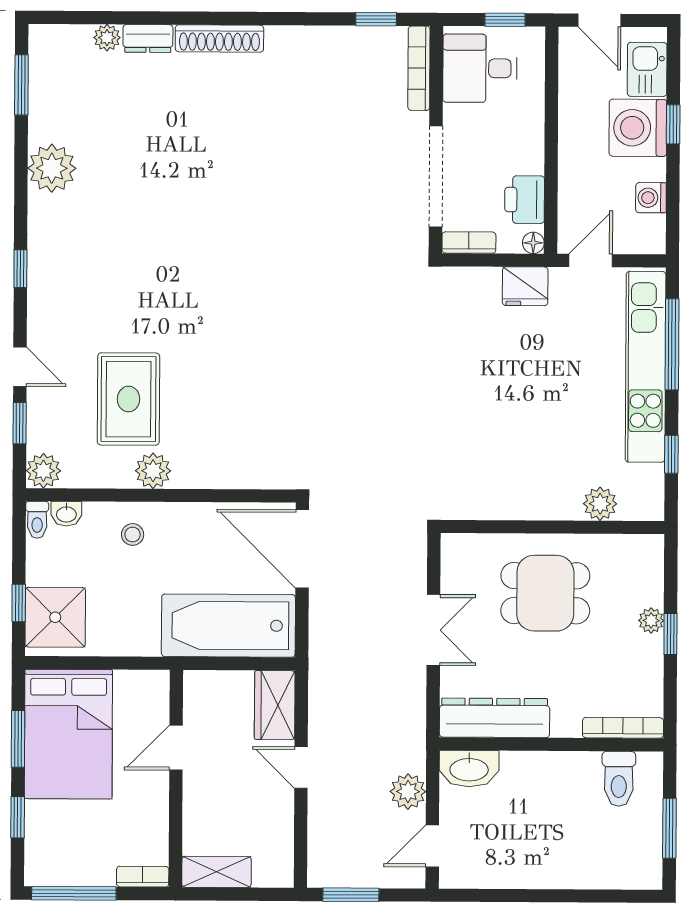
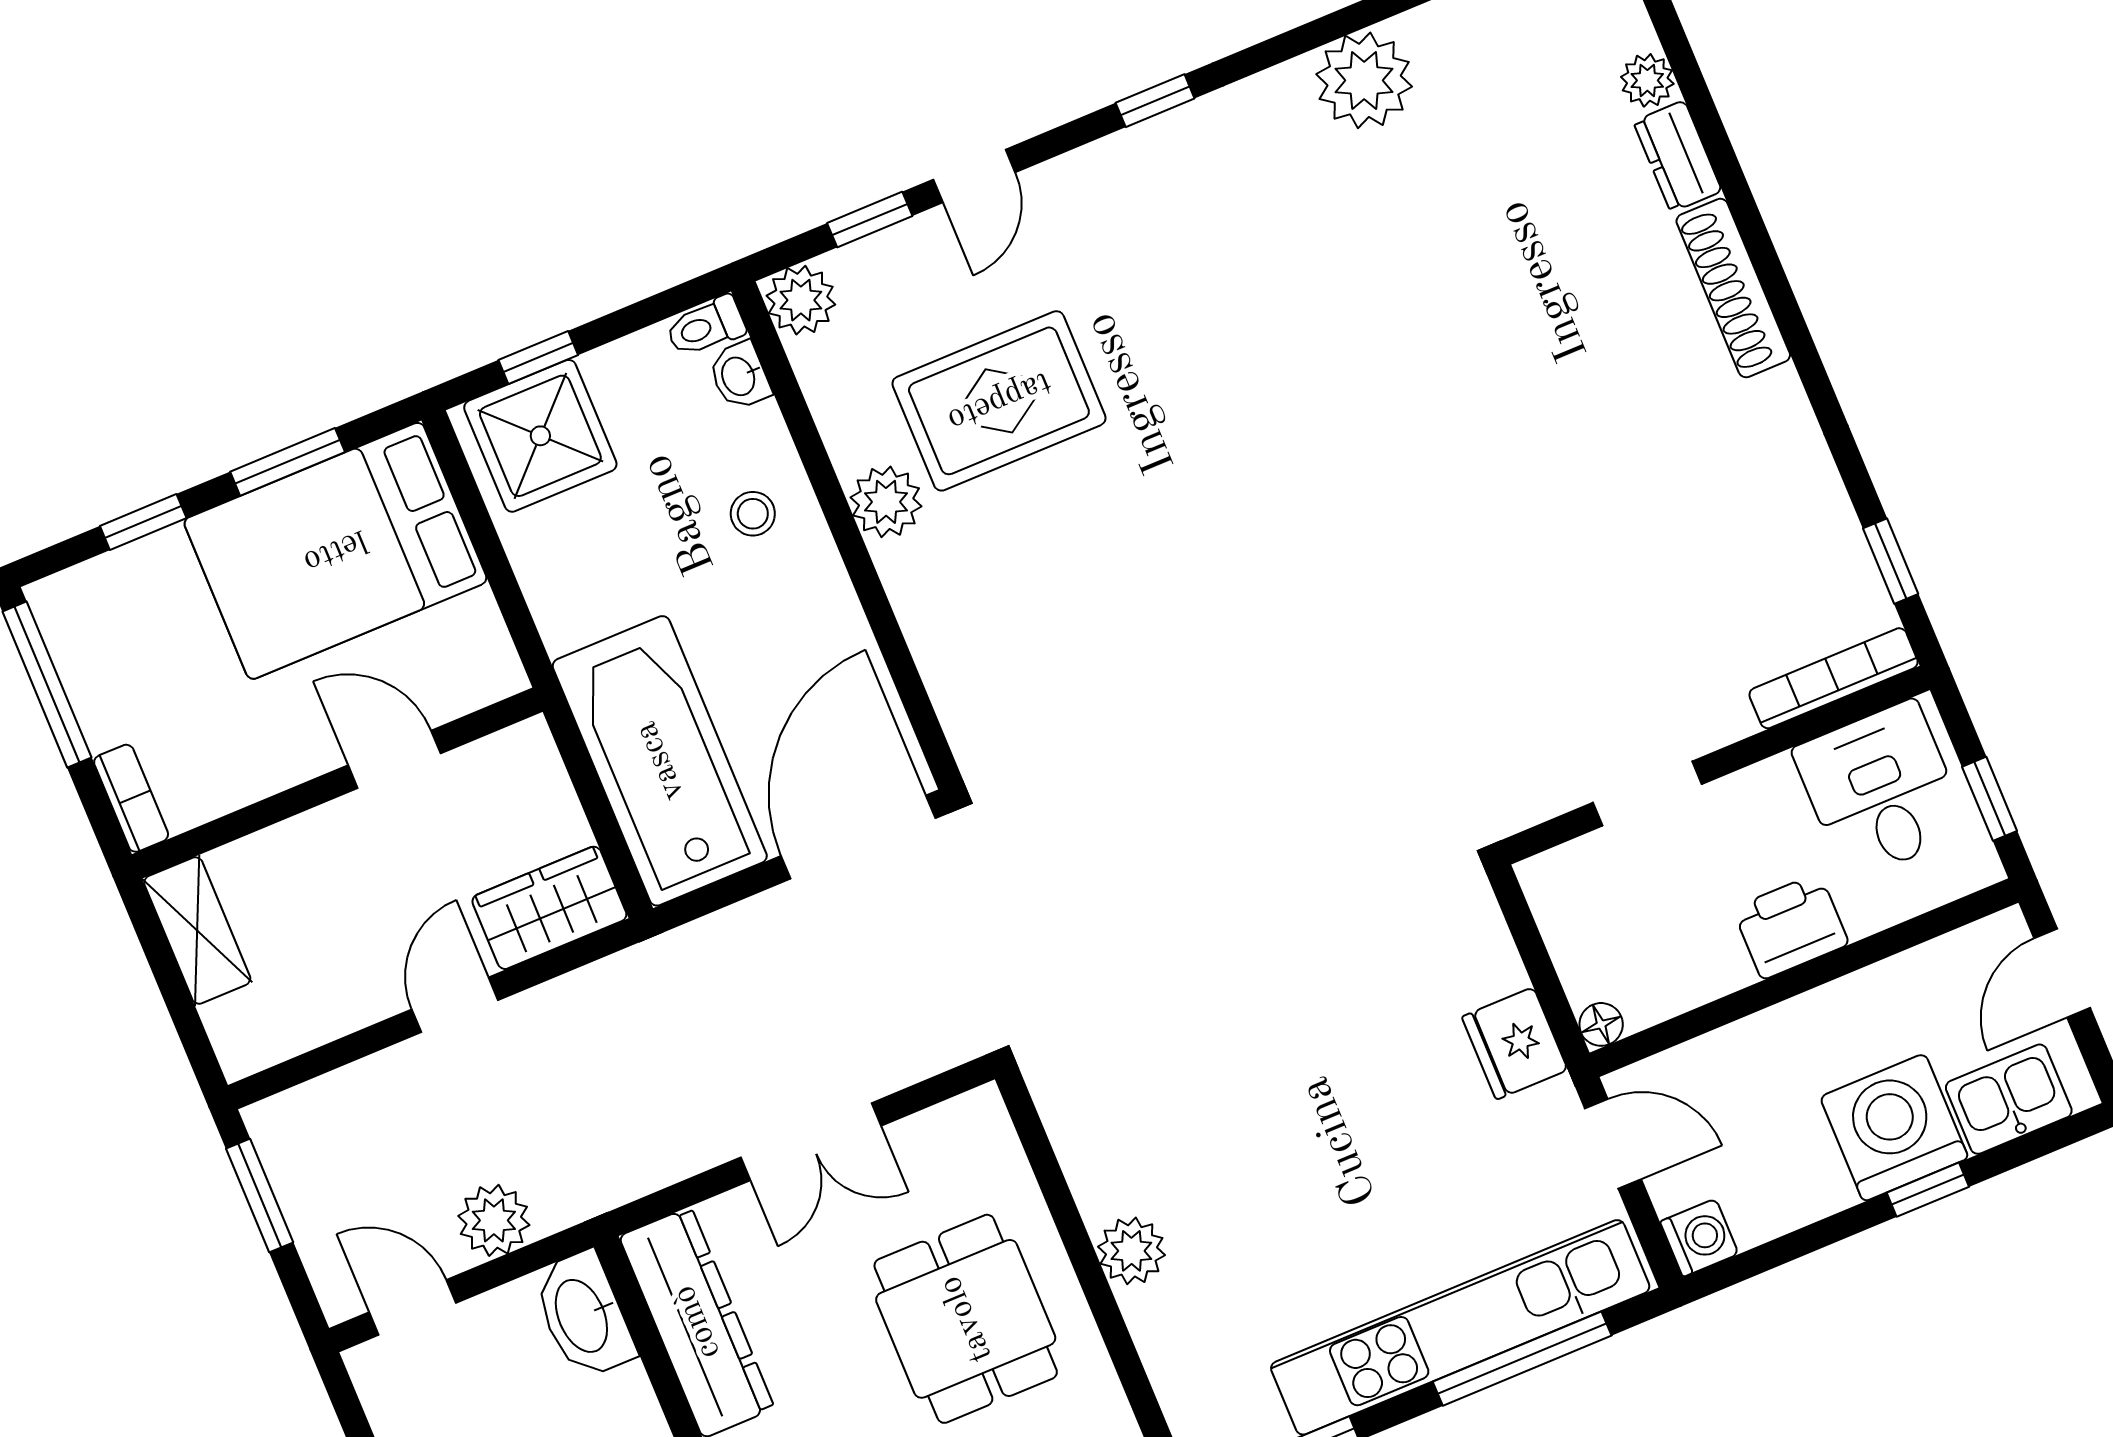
doorway: (436, 176) -> (1647, 793), width x0.53
washing machine: (651, 198) -> (1699, 1238), moved, turned 90
printer: (525, 200) -> (1791, 926), moved
bookcase: (469, 243) -> (1551, 906), removed
plant: (600, 504) -> (1131, 1251), moved

